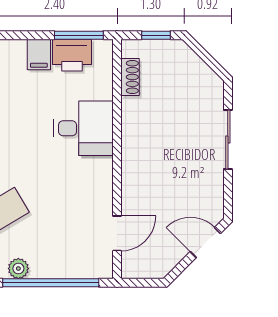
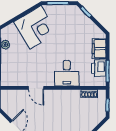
filing cabinet: (39, 54) -> (99, 49), width x2.00
door: (117, 233) -> (36, 88), moved

